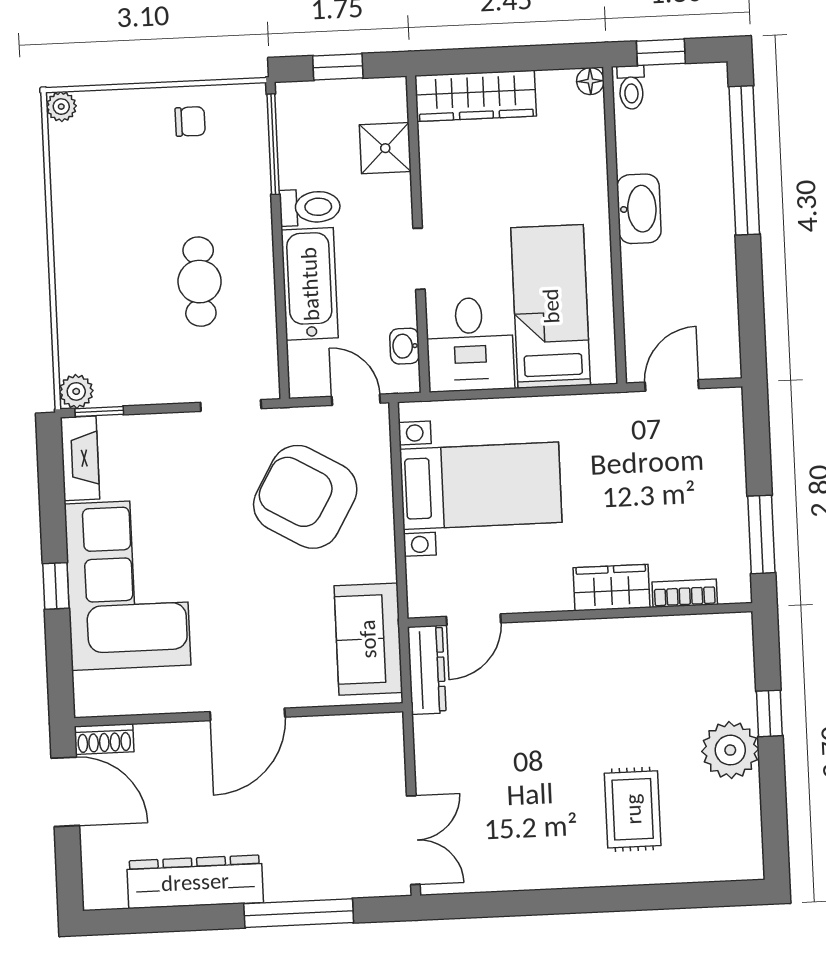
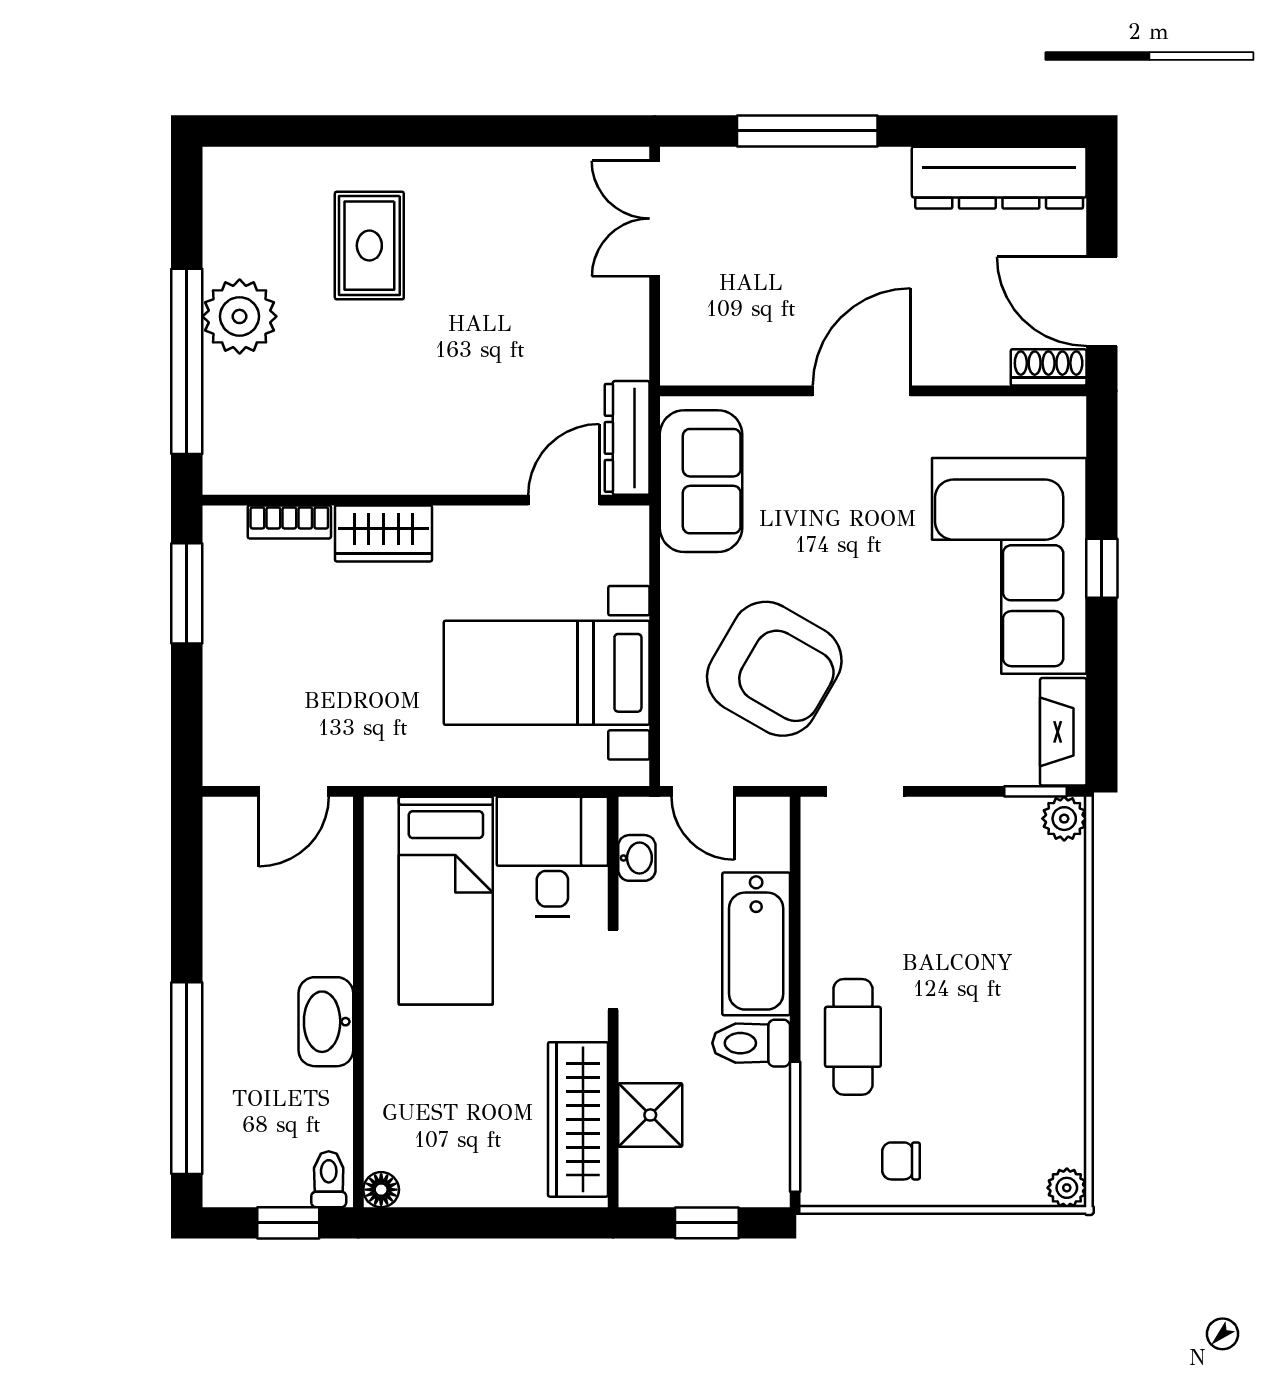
wardrobe: (476, 96) -> (578, 1119), moved, turned -90
cafe table: (200, 282) -> (853, 1037), moved
window: (769, 713) -> (187, 361), width x3.17
dresser: (195, 882) -> (999, 178), moved

